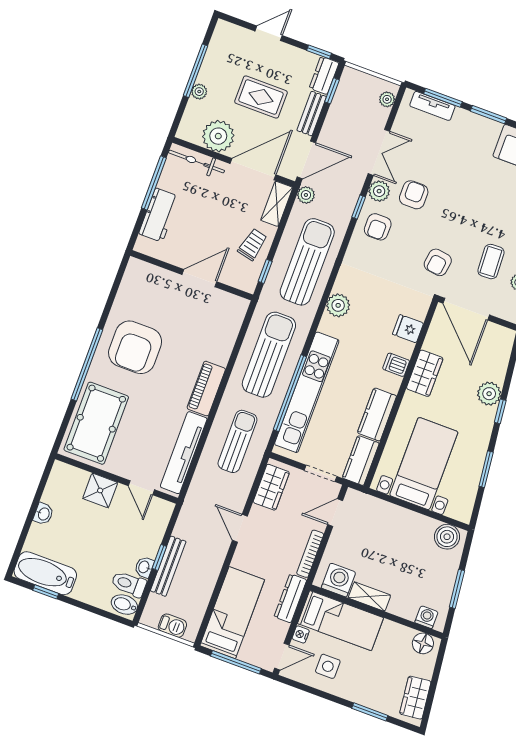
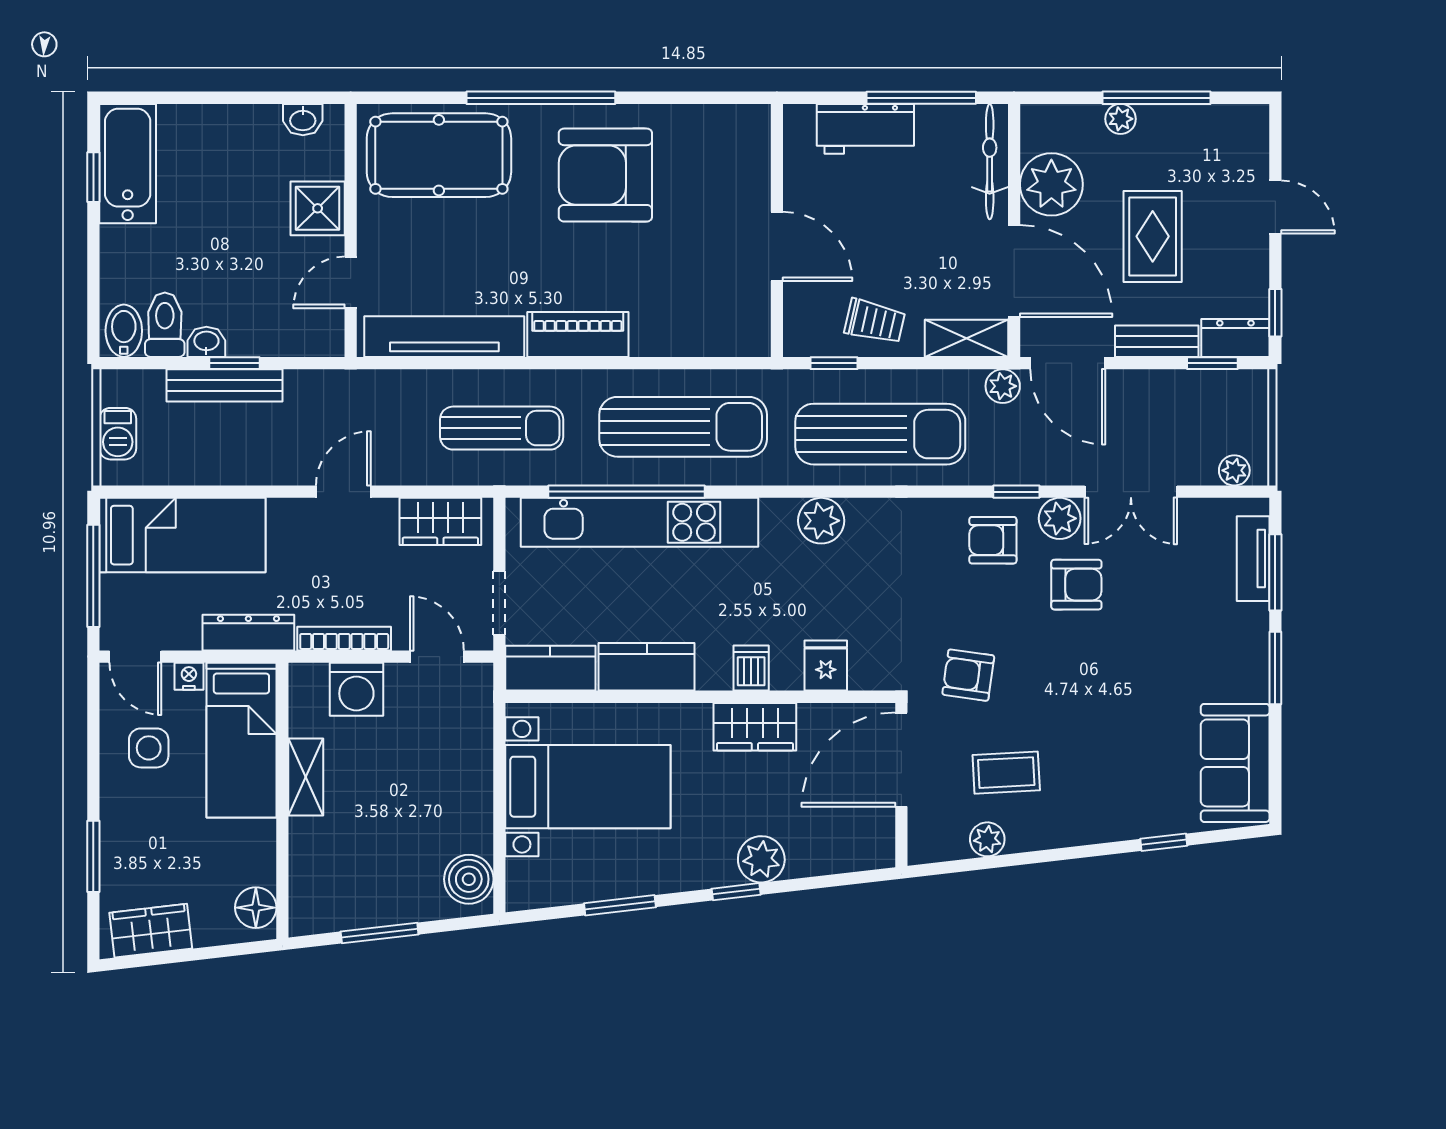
washbasin: (43, 514) -> (303, 120), moved
washing machine: (338, 580) -> (356, 689), moved, turned 90
washing machine: (426, 617) -> (306, 896), removed

